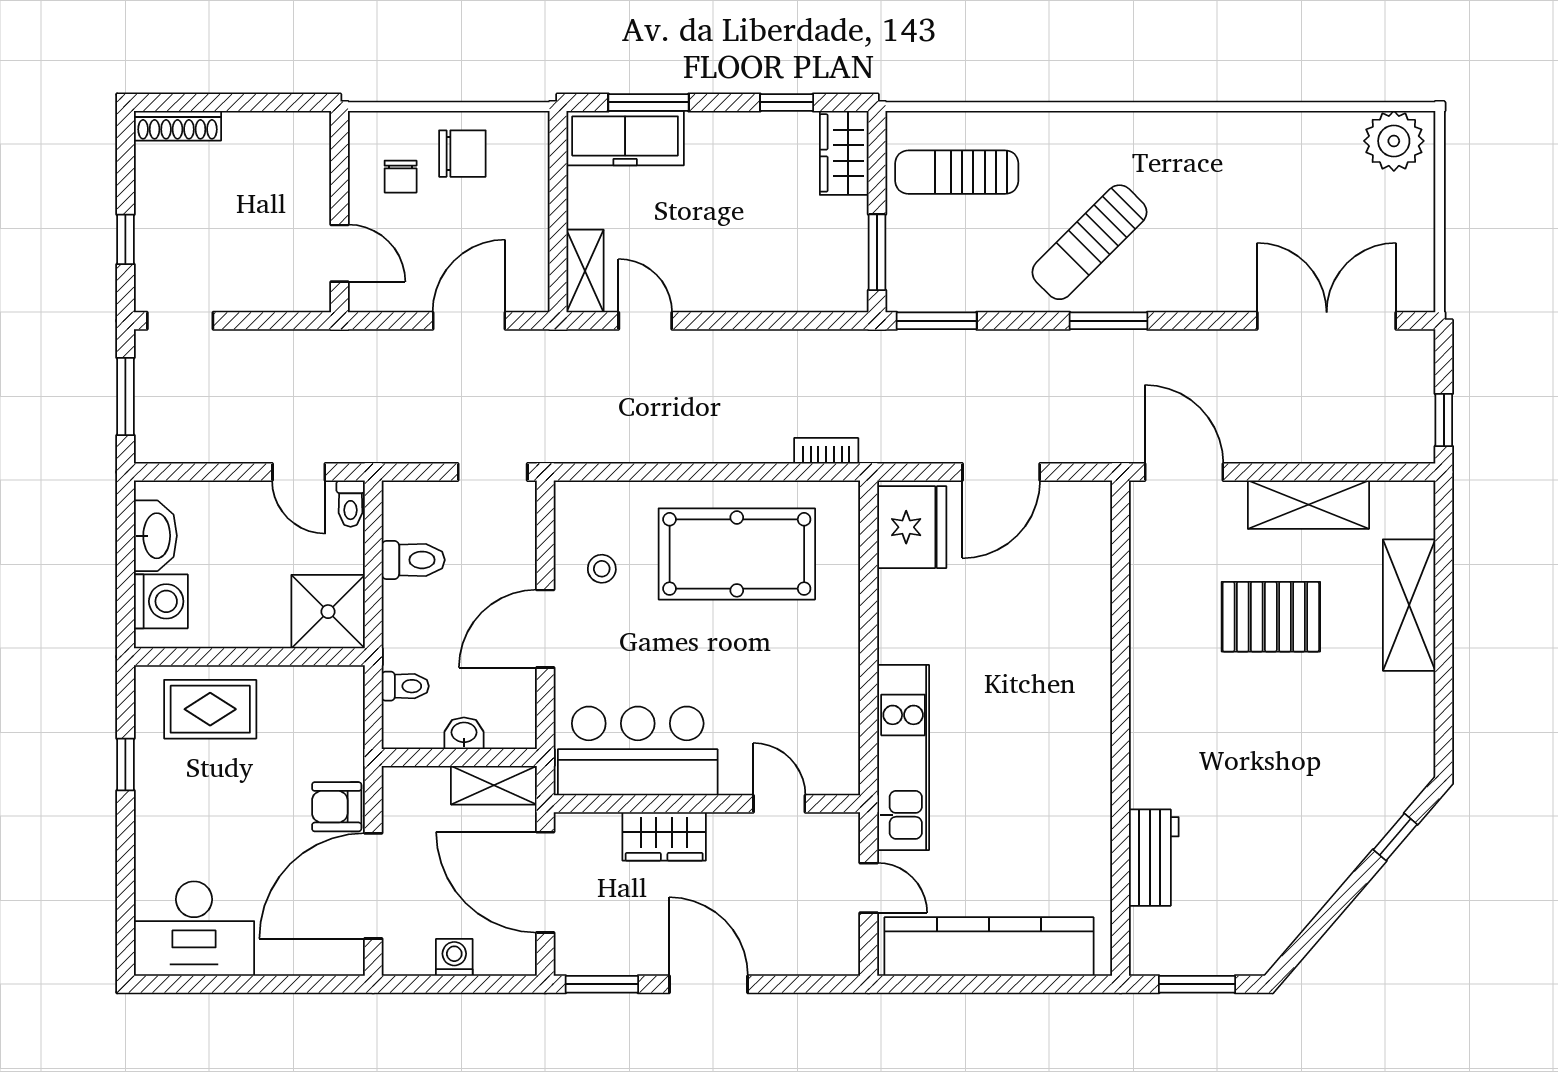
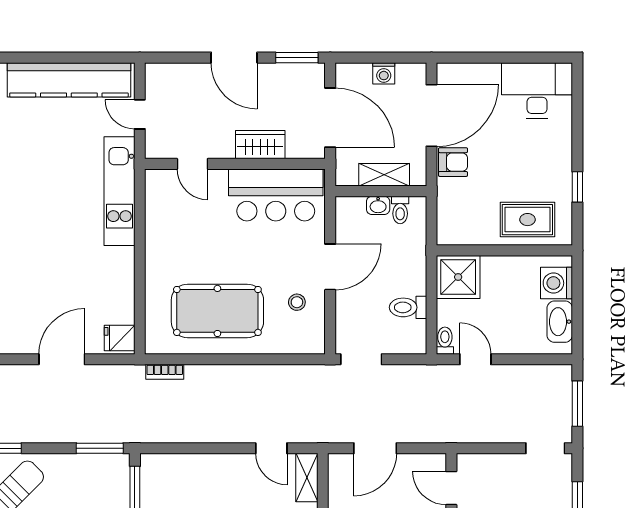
fridge: (912, 527) -> (120, 338), width x0.53, depth x0.75
toilet: (405, 686) -> (400, 210), moved, turned -90
shelving: (494, 785) -> (384, 175), moved

